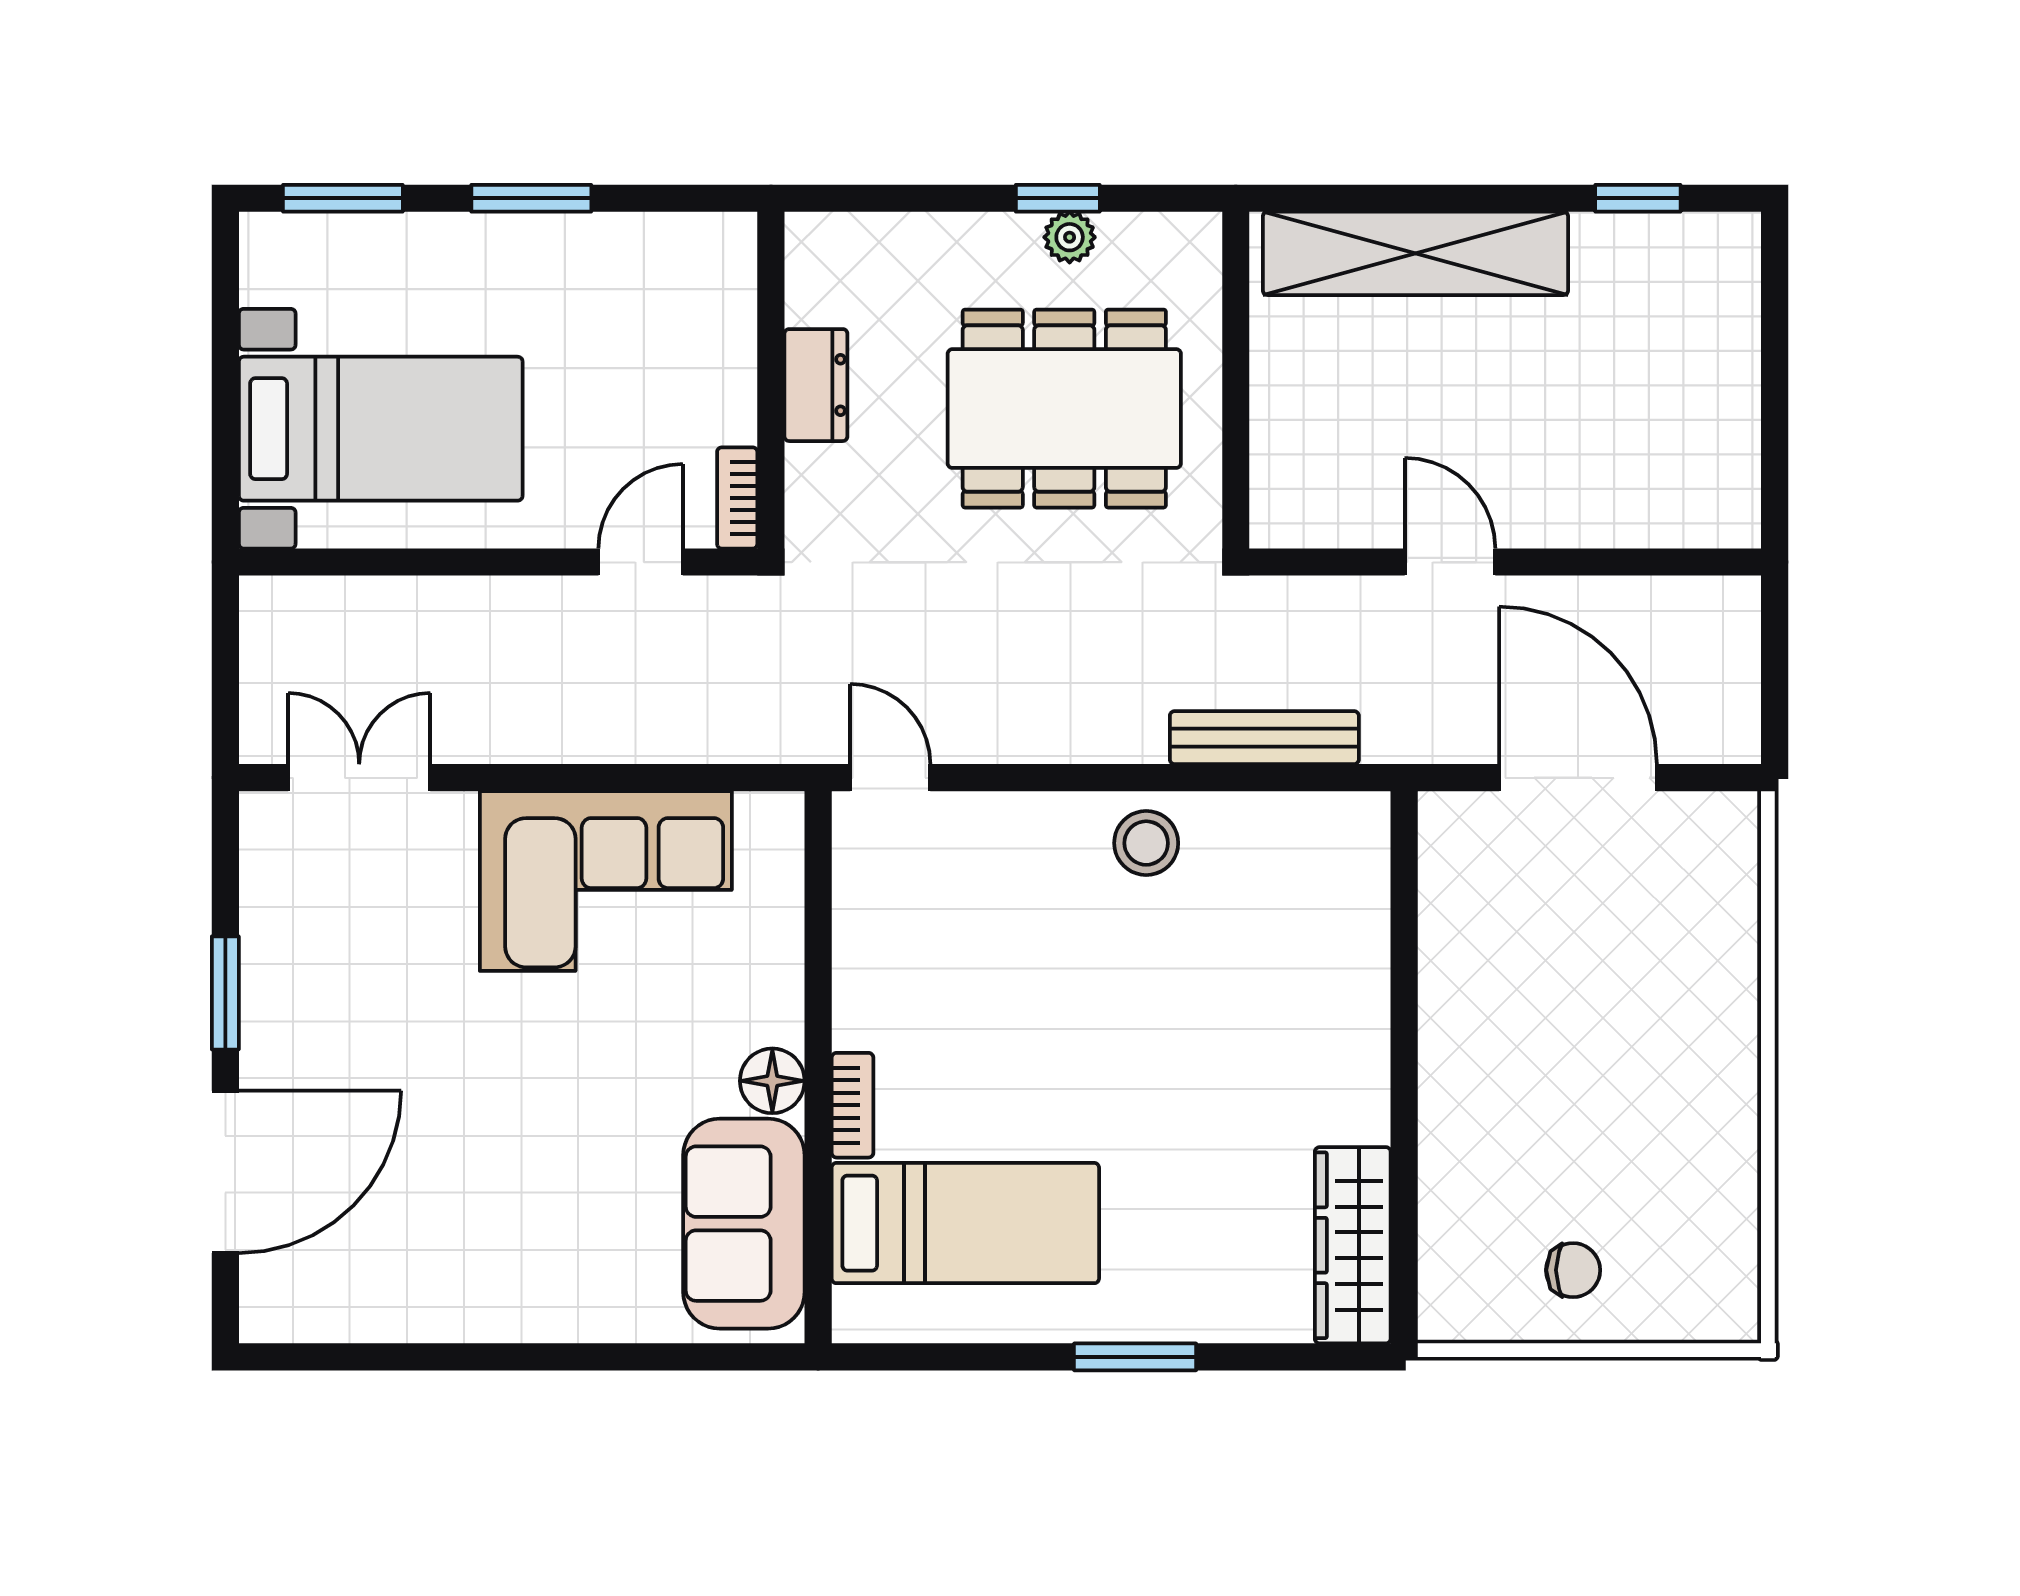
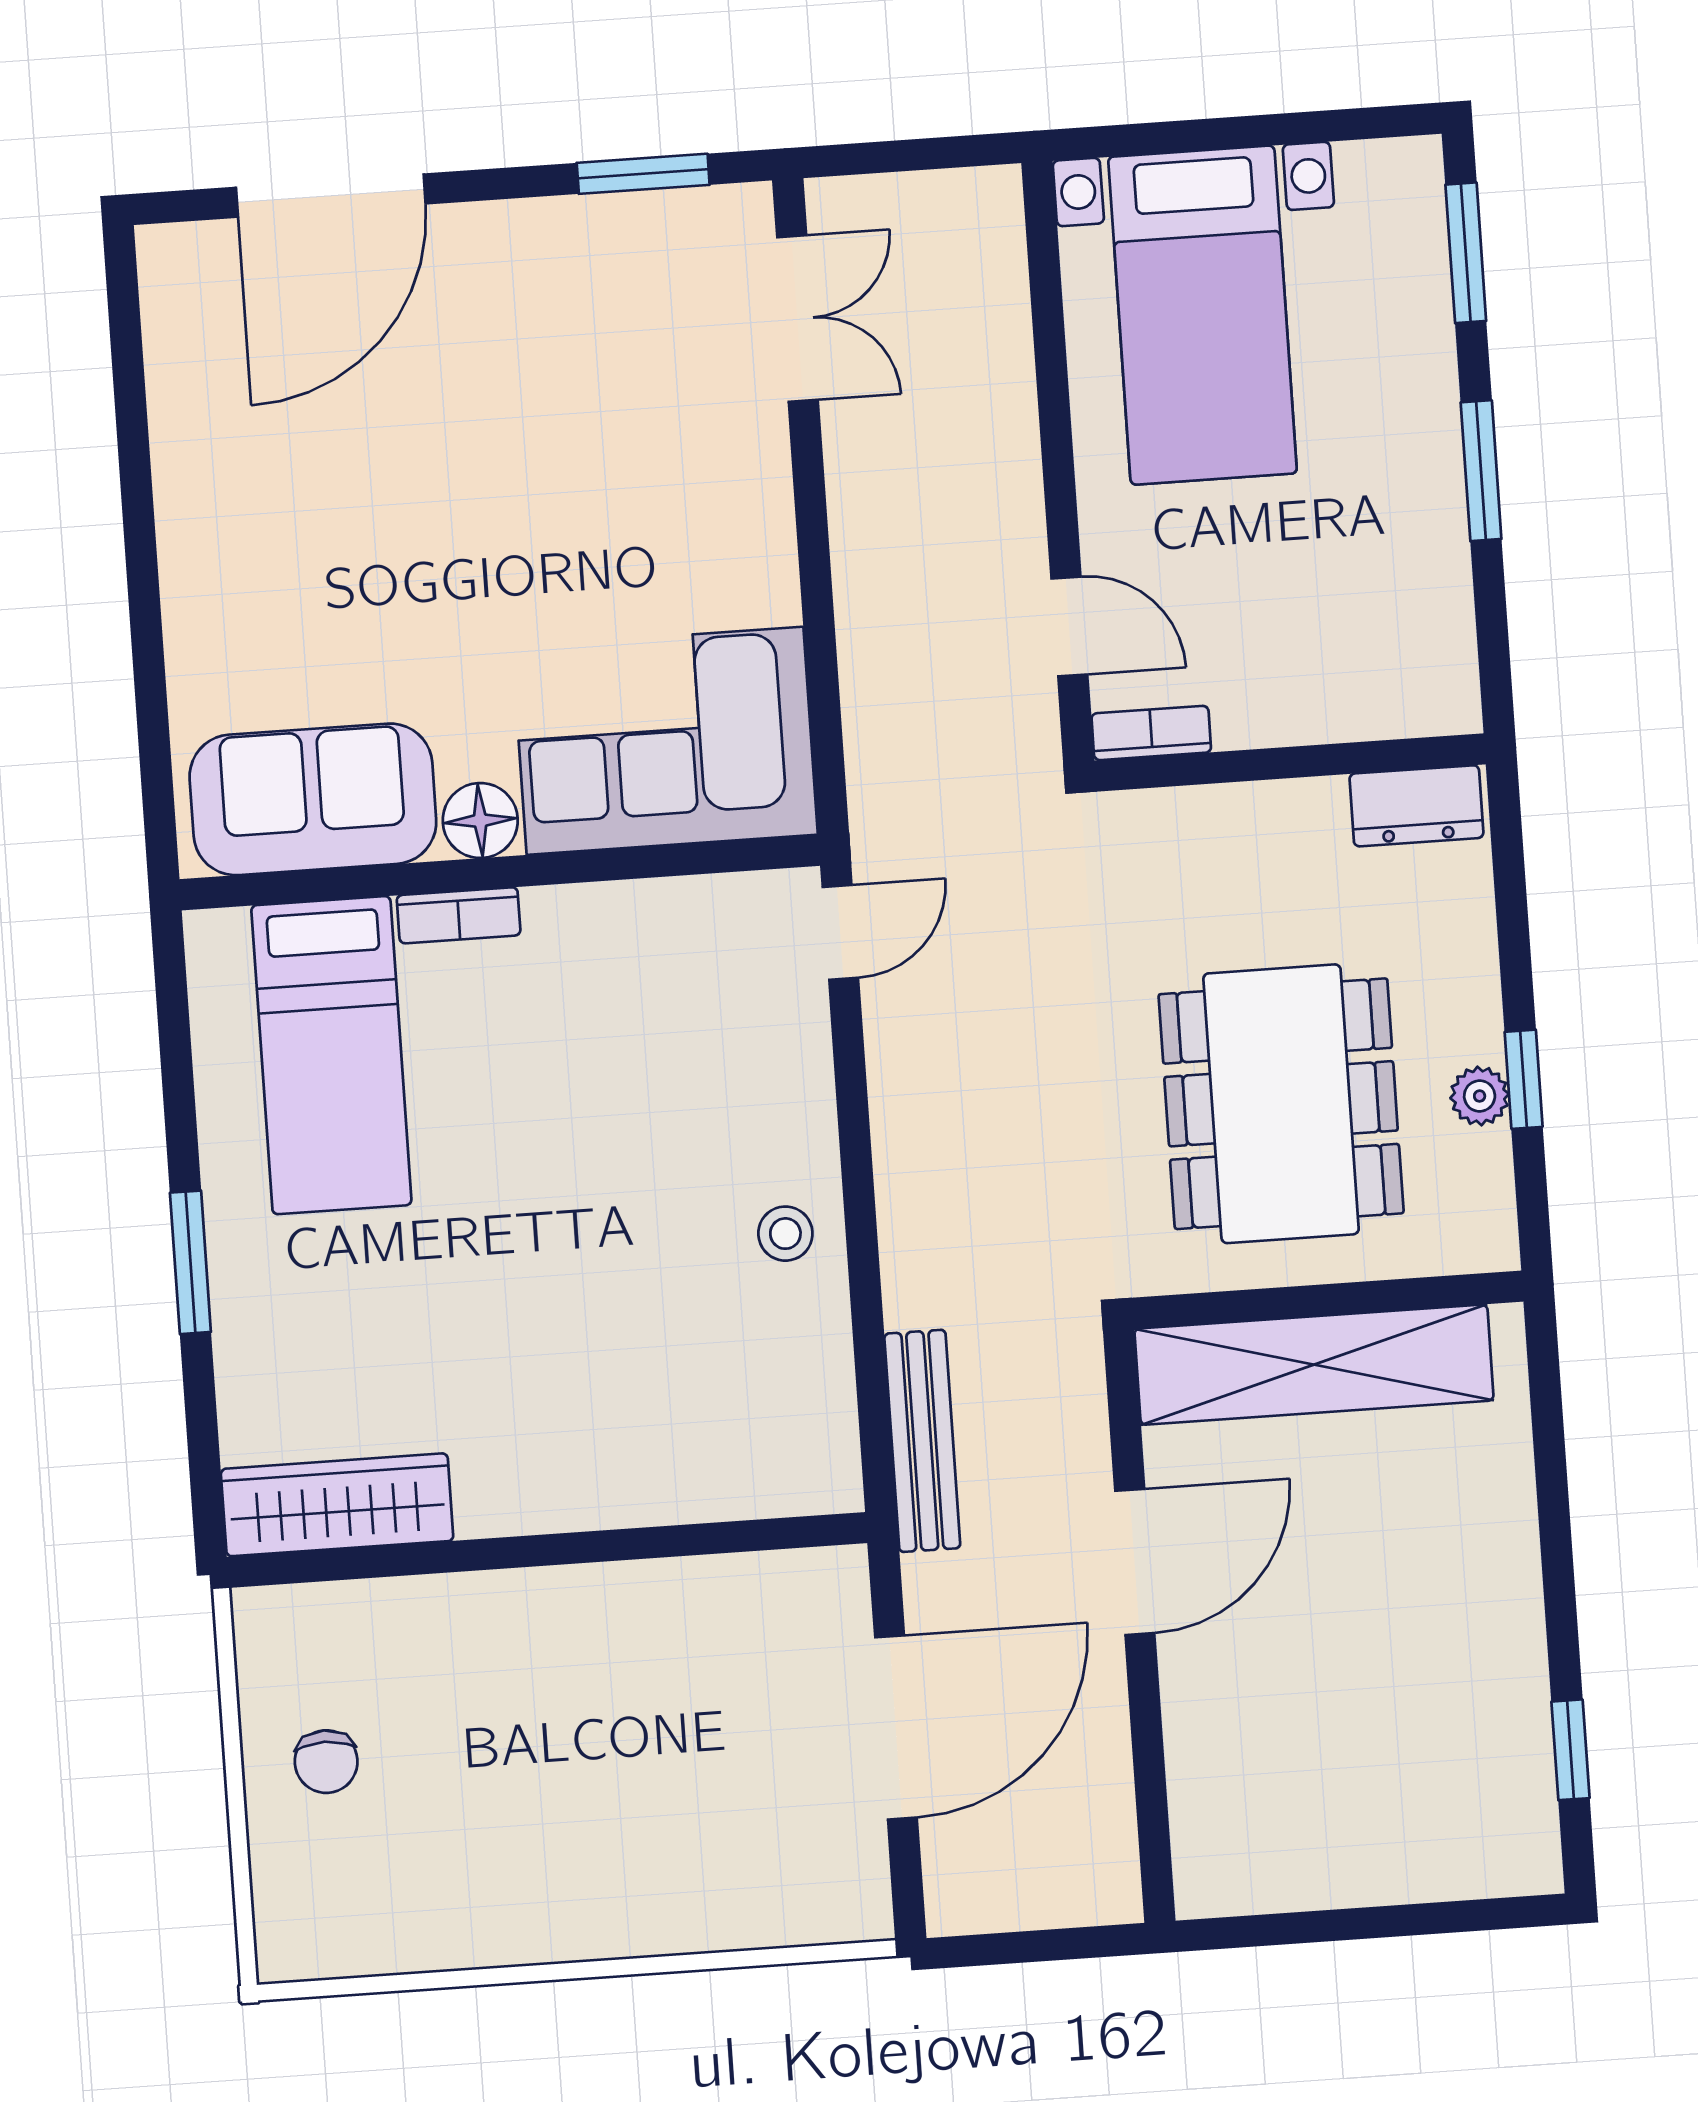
shelving: (1415, 253) -> (1314, 1365), moved, turned 90
dresser: (816, 385) -> (1416, 806), moved
door: (1450, 562) -> (1135, 1562), width x1.38
bench: (1264, 738) -> (922, 1441), moved
stool: (1146, 843) -> (785, 1234), width x0.73, depth x0.73
corner sofa: (606, 881) -> (665, 741), moved, turned 90
window: (225, 993) -> (643, 174), moved
door: (225, 1172) -> (331, 196), hinge flipped

